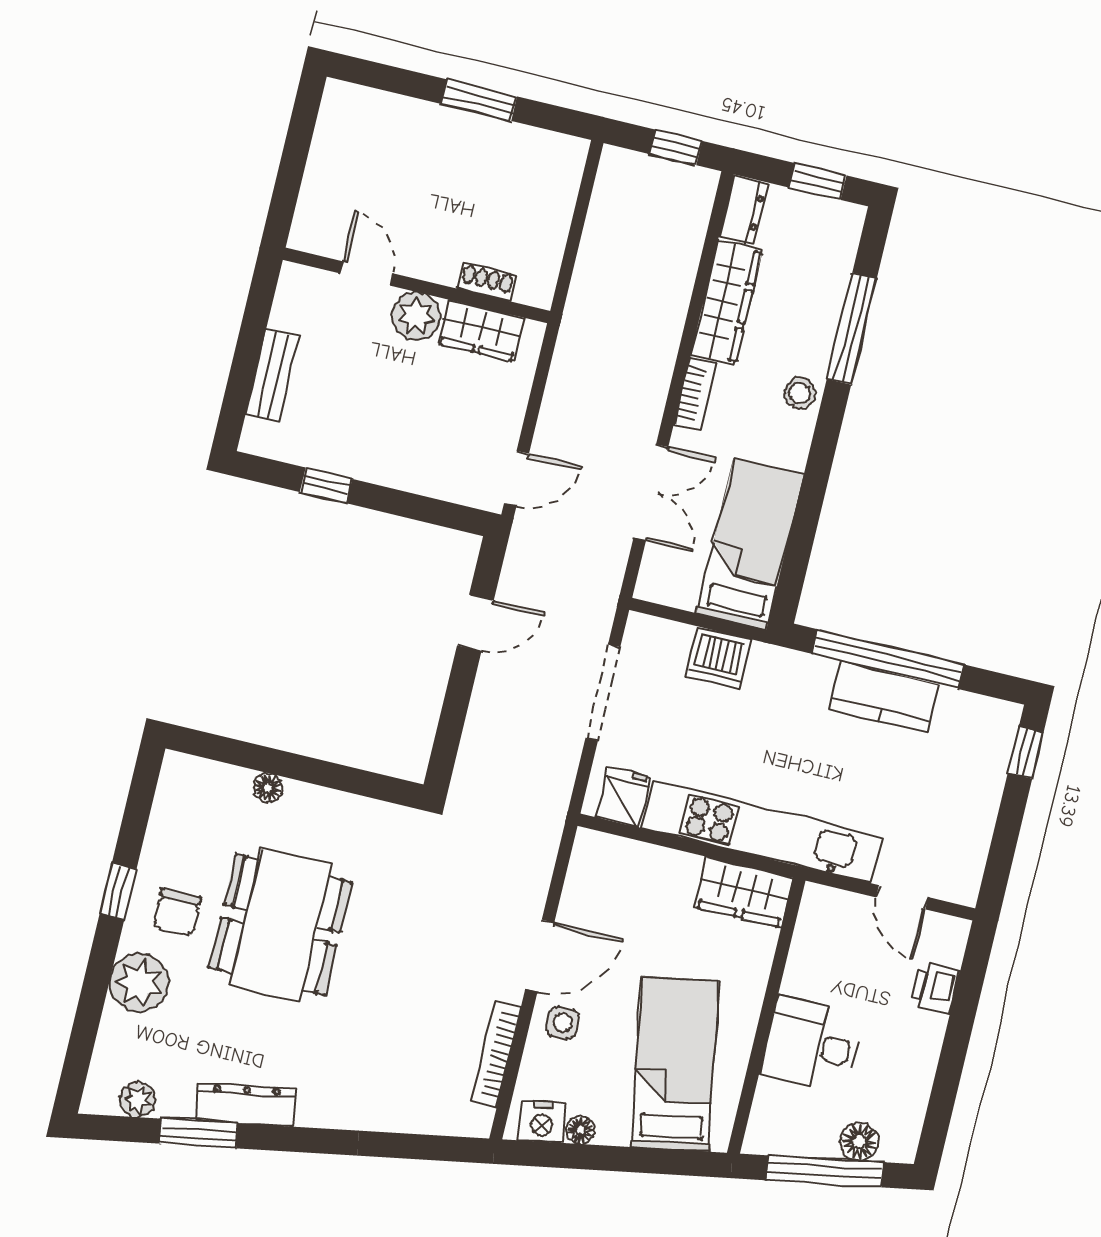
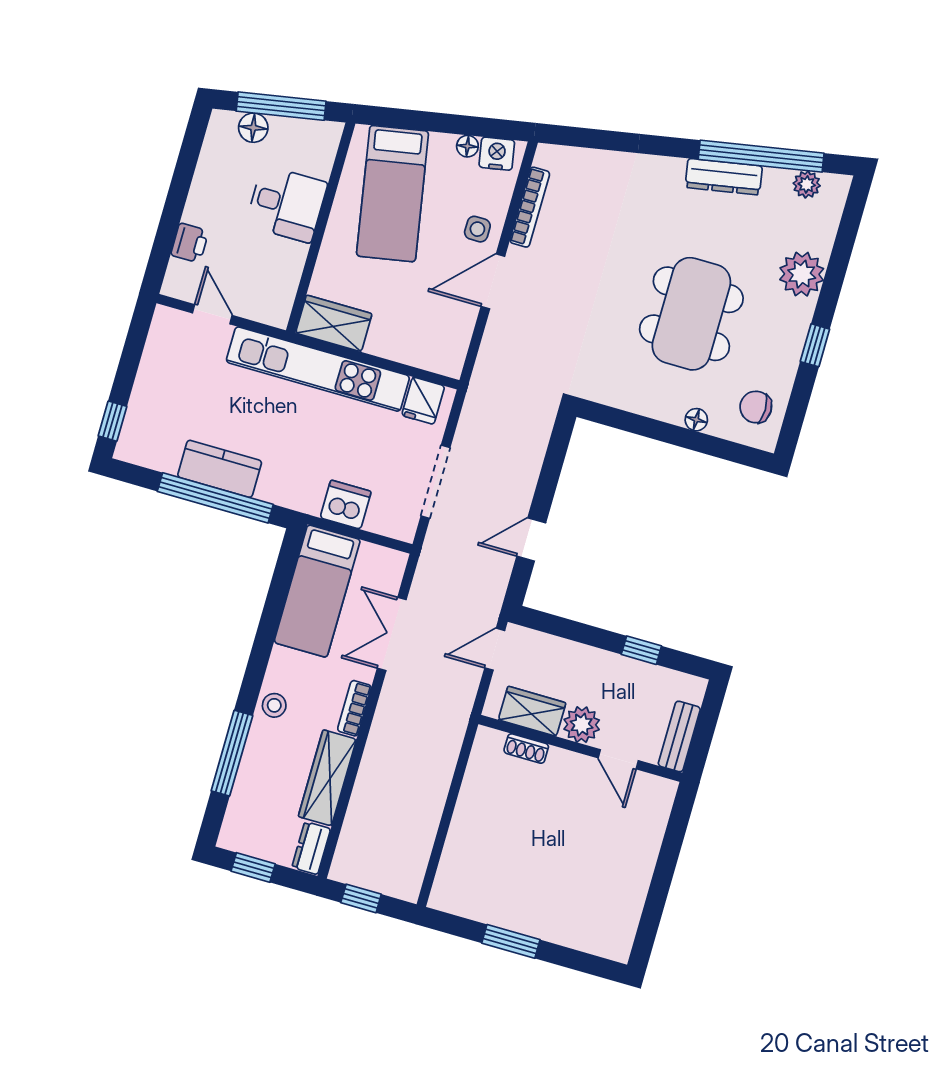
door: (367, 273) -> (618, 759), moved
shoe rack: (487, 282) -> (526, 749), moved
wall: (416, 285) -> (580, 748), moved
plant: (416, 316) -> (582, 725), moved
wardrobe: (481, 331) -> (532, 711), moved
chair: (177, 912) -> (756, 407), moved, turned -90
window: (199, 1134) -> (761, 156), width x2.11

